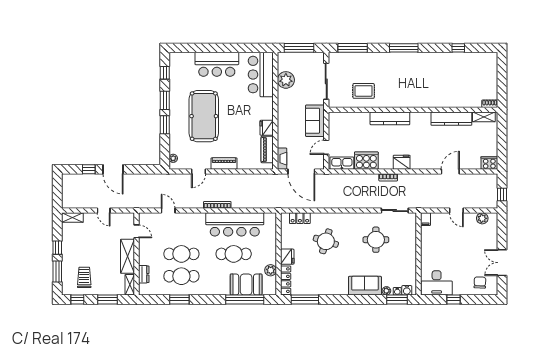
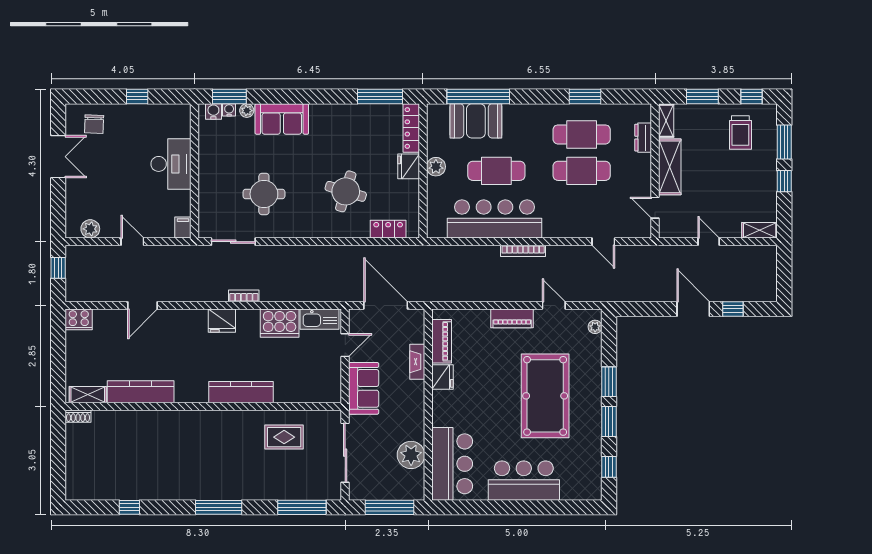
fireplace: (282, 159) -> (417, 362), moved
door: (198, 171) -> (554, 305), hinge flipped
plant: (271, 270) -> (436, 167), moved
desk: (437, 283) -> (171, 164), moved, turned 90

